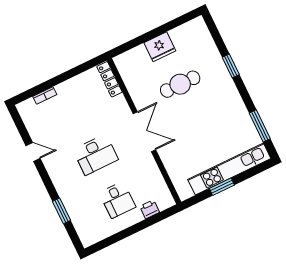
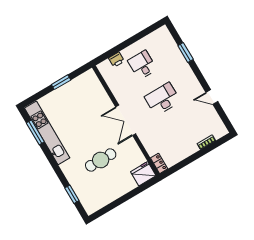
fridge: (160, 47) -> (143, 174), moved
window: (231, 66) -> (72, 194), moved
locker: (109, 79) -> (159, 163), width x0.66
kitchen unit: (229, 169) -> (47, 133), moved, turned -90

